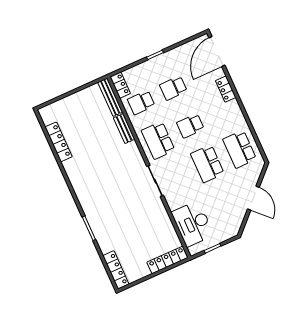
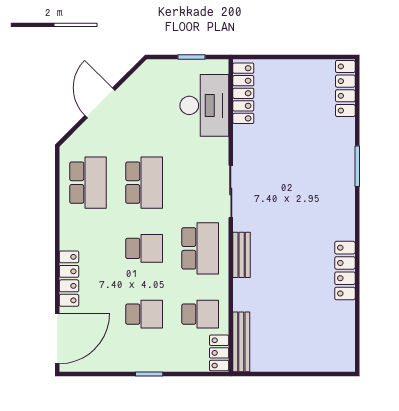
locker: (226, 89) -> (69, 279), width x1.53
bench: (124, 129) -> (242, 255), moved
locker: (59, 142) -> (345, 271), moved
locker: (167, 260) -> (243, 93), moved, turned -90

